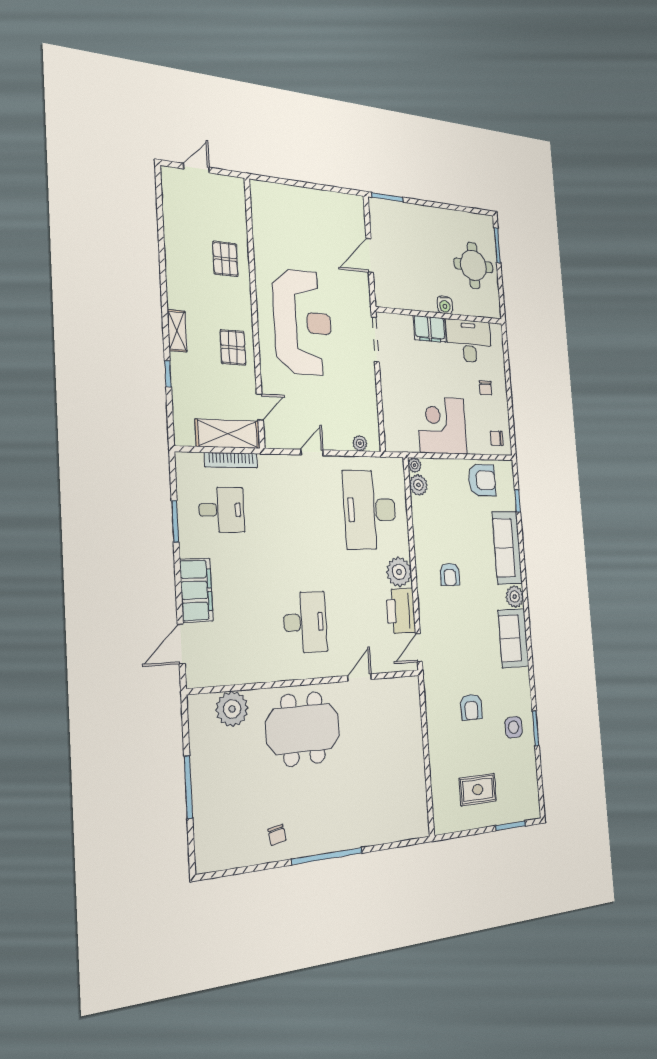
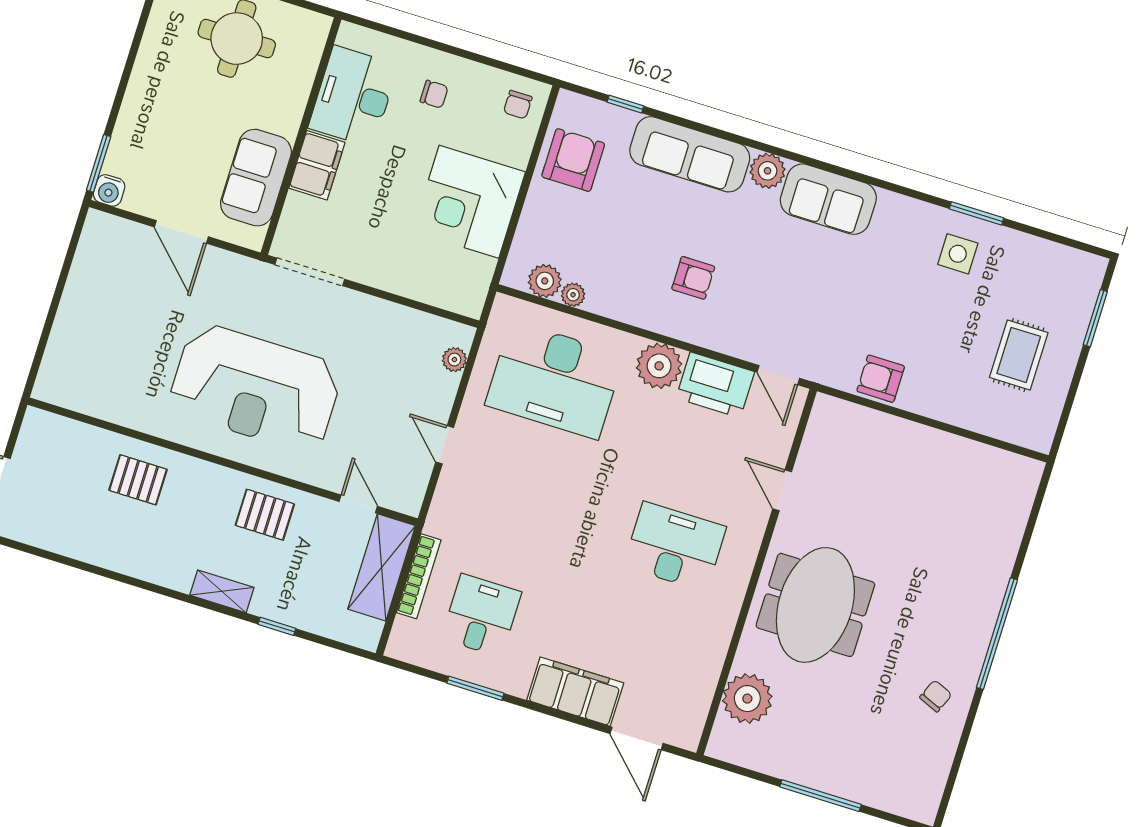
sofa: (412, 294) -> (256, 178), added
water cooler: (445, 305) -> (109, 190), moved, turned 90
reception desk: (303, 322) -> (255, 388), turned 180
plant: (415, 465) -> (573, 295), moved
armchair: (471, 707) -> (881, 379), moved, turned 180
chair: (277, 835) -> (936, 696), turned -57

